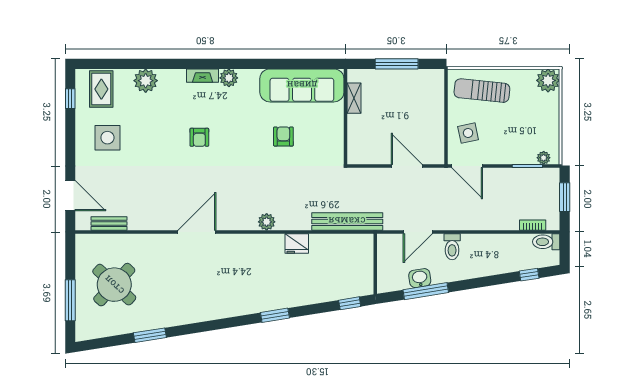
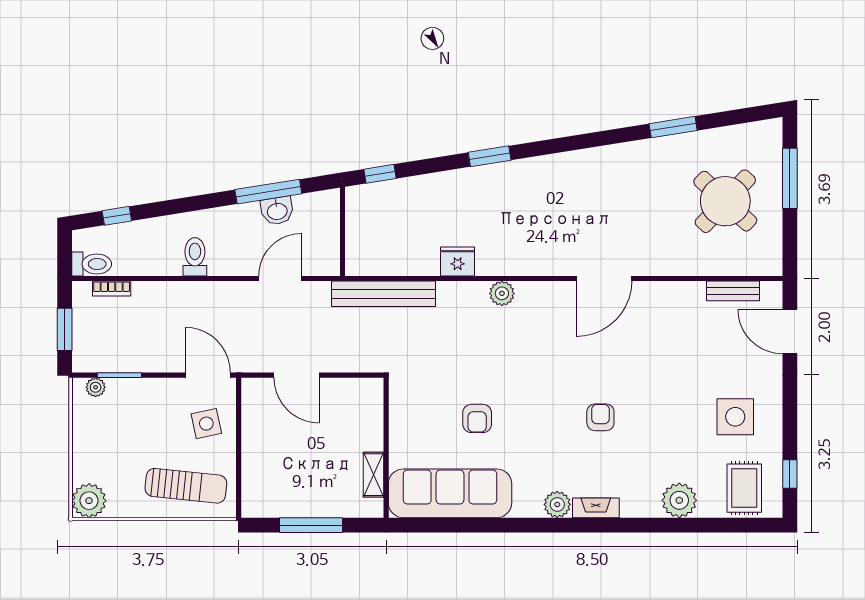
toilet: (452, 247) -> (195, 257), moved

